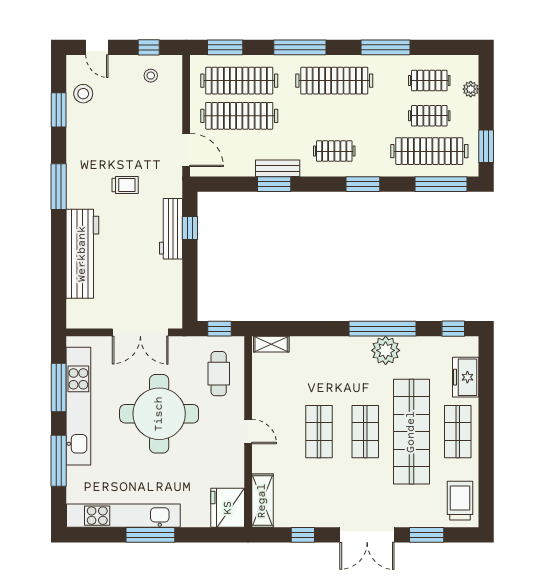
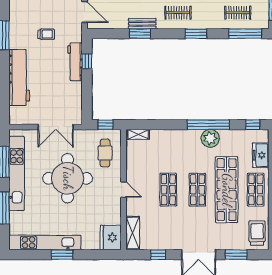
clothes rail: (429, 151) -> (238, 13), width x0.54, depth x0.76
window: (150, 535) -> (62, 255), width x0.69

